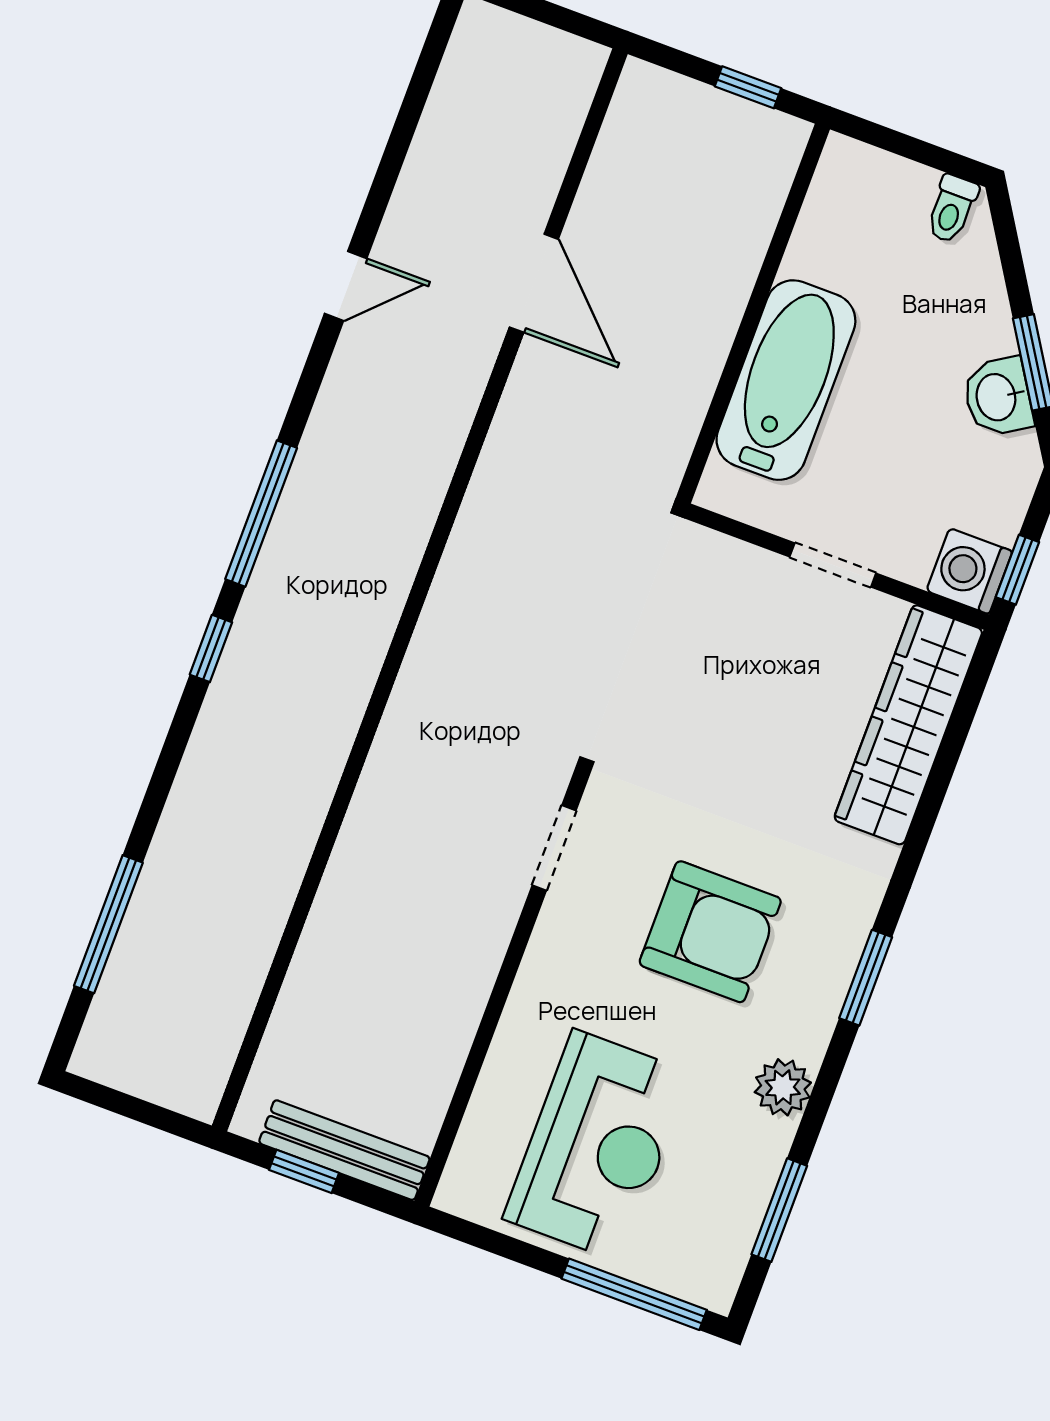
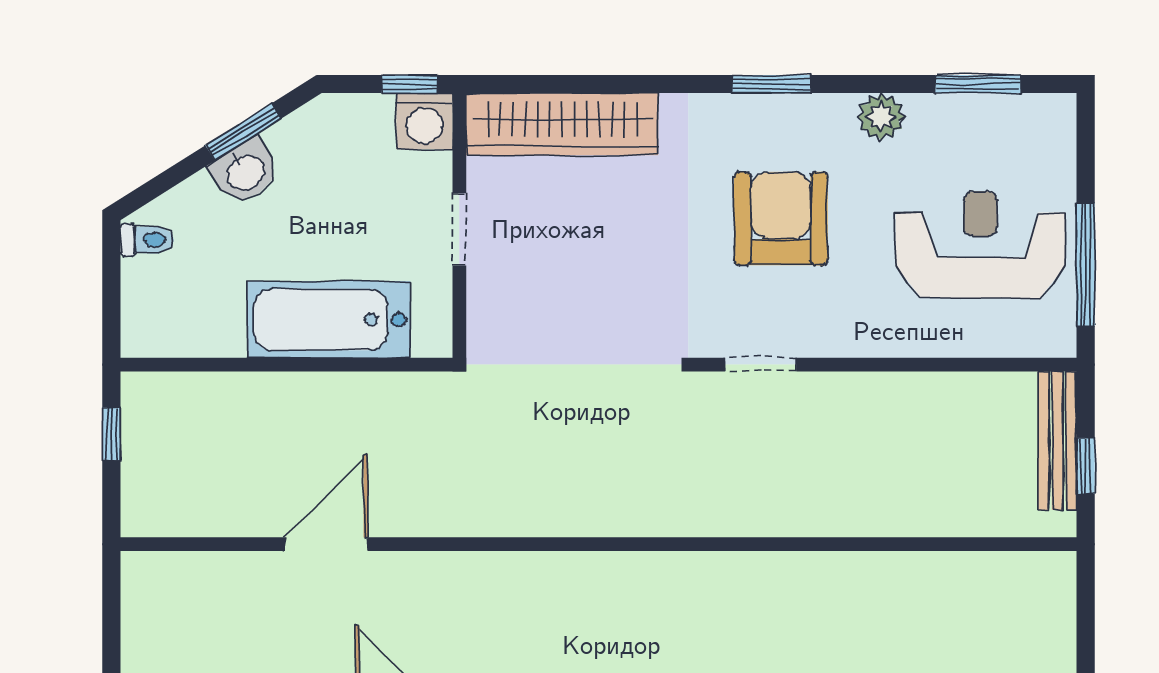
washbasin: (998, 397) -> (245, 172), moved
window: (634, 1294) -> (1086, 265), moved

